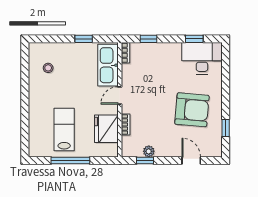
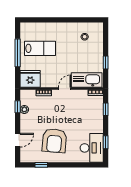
door: (120, 95) -> (65, 88), hinge flipped
fridge: (106, 129) -> (30, 79), moved

